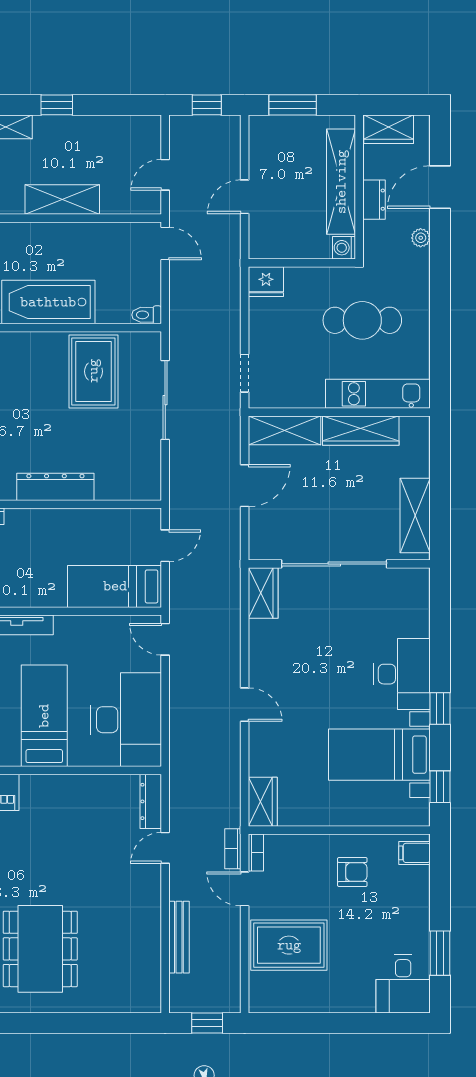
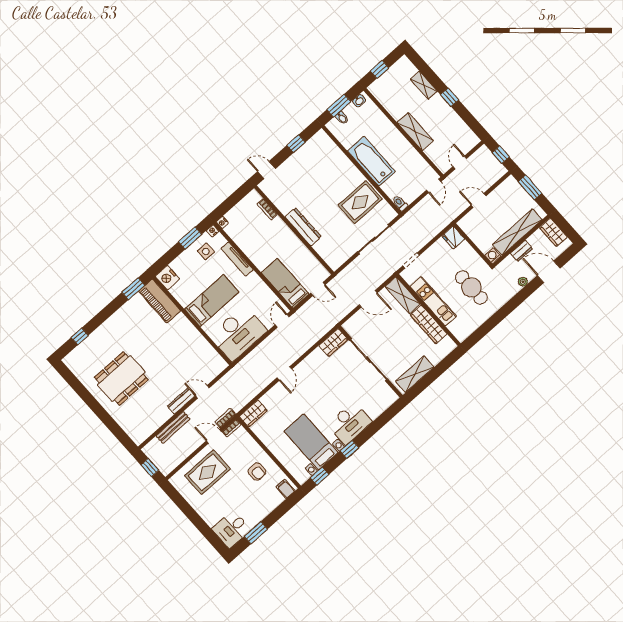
door: (165, 175) -> (460, 162), hinge flipped
kitchen unit: (378, 394) -> (433, 301), moved
dresser: (151, 801) -> (181, 401), moved
door: (245, 889) -> (214, 436), hinge flipped
rug: (289, 945) -> (207, 472), turned 90

